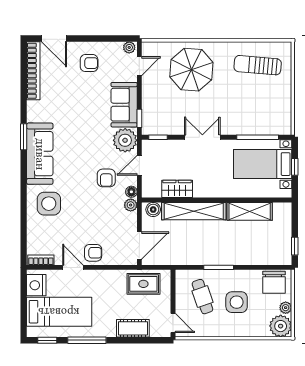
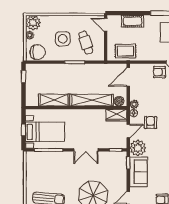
wardrobe: (177, 189) -> (116, 115), moved
chair: (274, 282) -> (38, 52), turned 90

